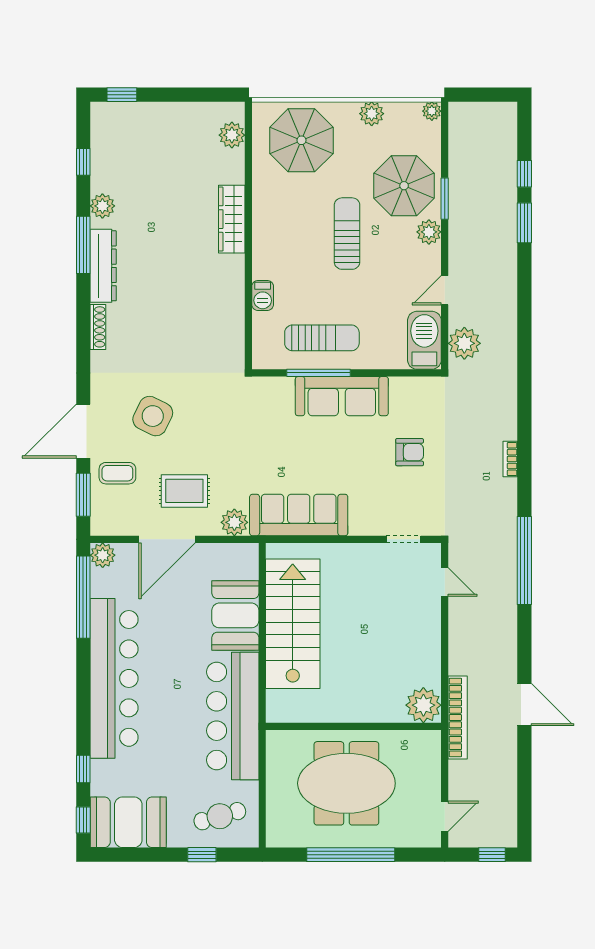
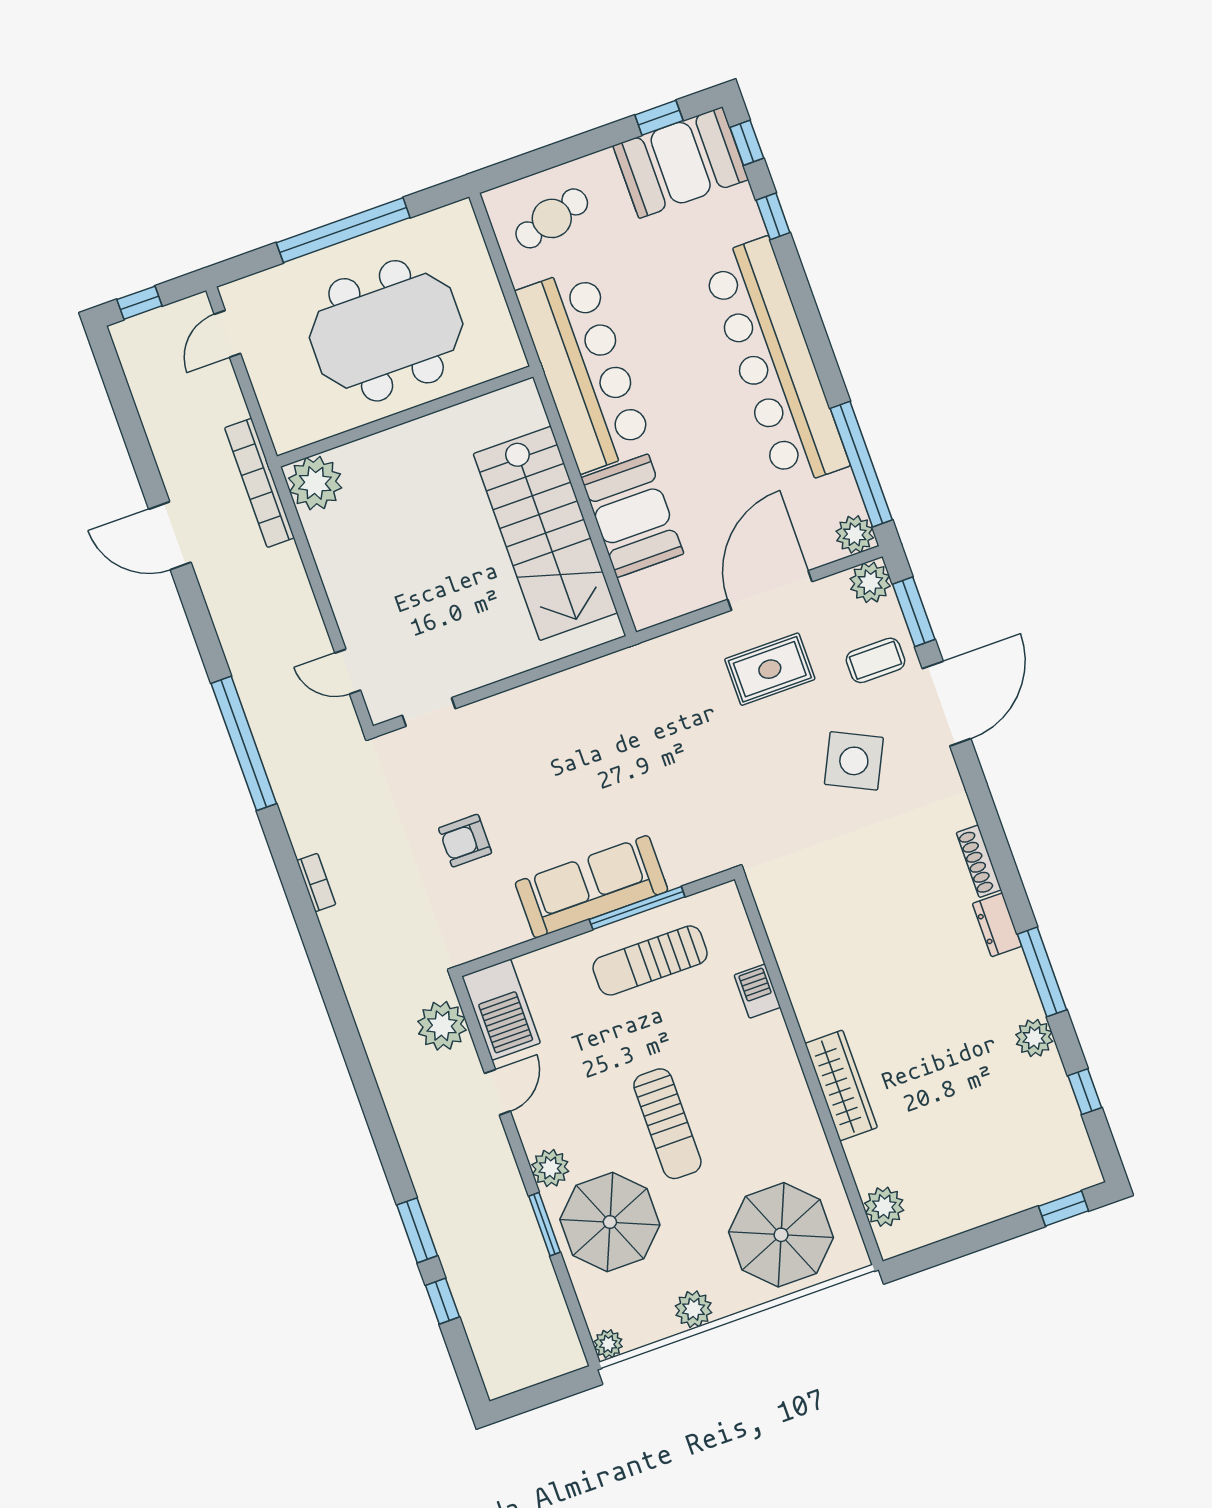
dresser: (103, 266) -> (997, 925), width x0.51, depth x0.80
sofa: (299, 515) -> (593, 693), removed
plant: (234, 522) -> (870, 582), moved
window: (202, 855) -> (659, 118), moved

